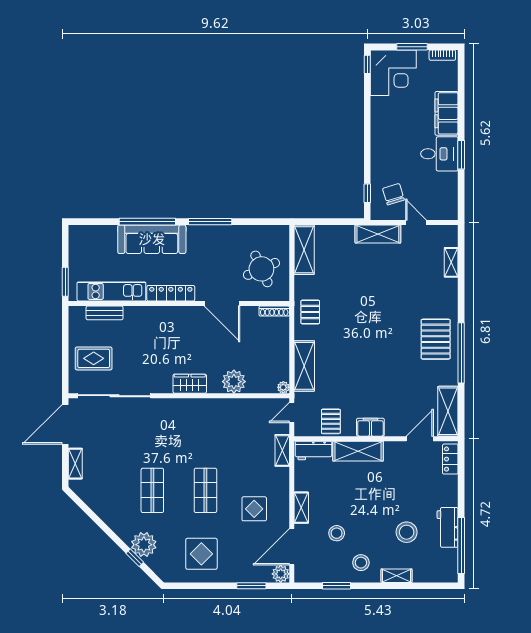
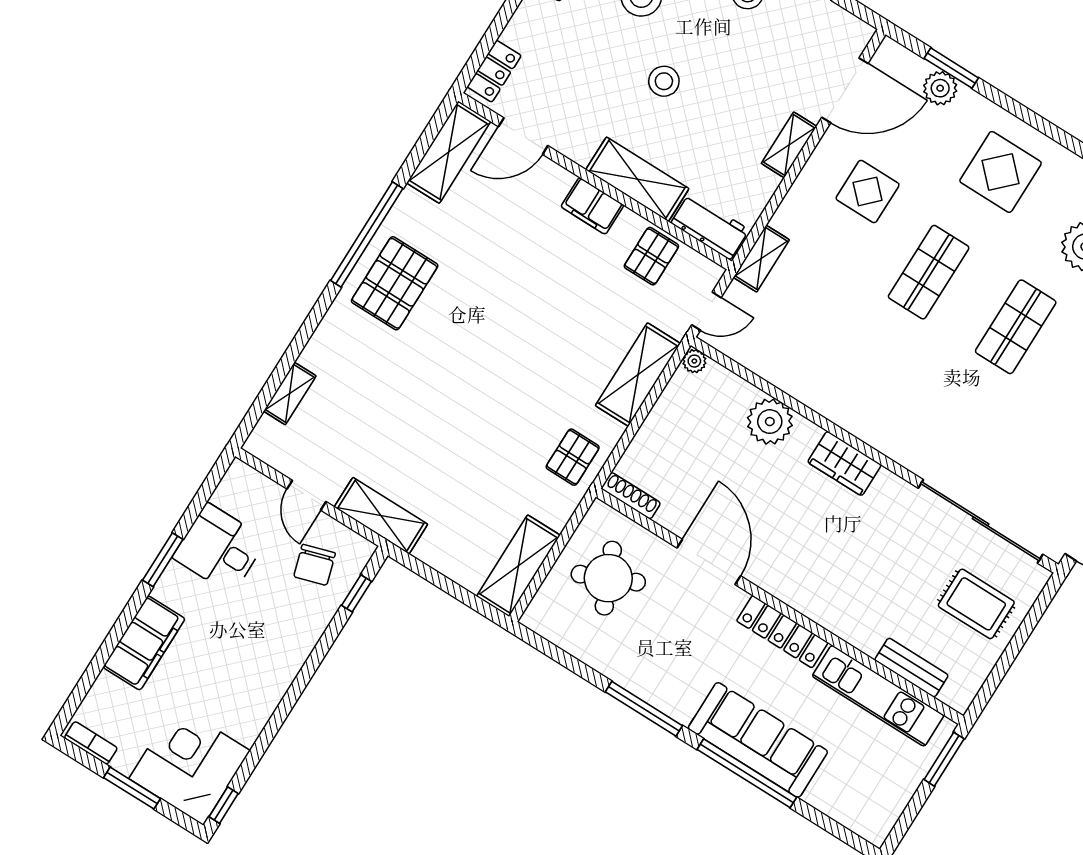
desk: (439, 154) -> (220, 549), moved
stool: (337, 533) -> (664, 81), moved
plant: (281, 574) -> (940, 88), moved

